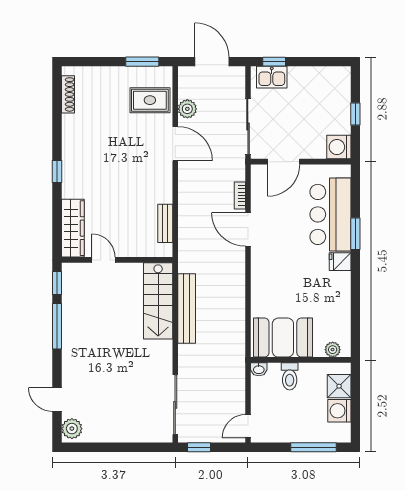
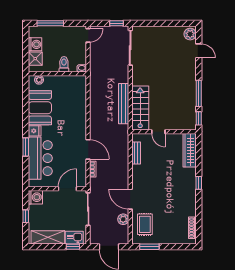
shelving: (317, 78) -> (48, 237), added
rug: (150, 100) -> (145, 224), turned 90
door: (103, 260) -> (158, 132), moved
booth: (283, 338) -> (40, 108), moved, turned 90

